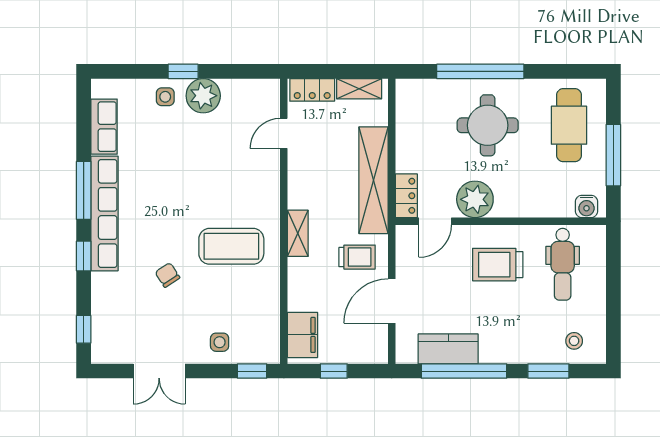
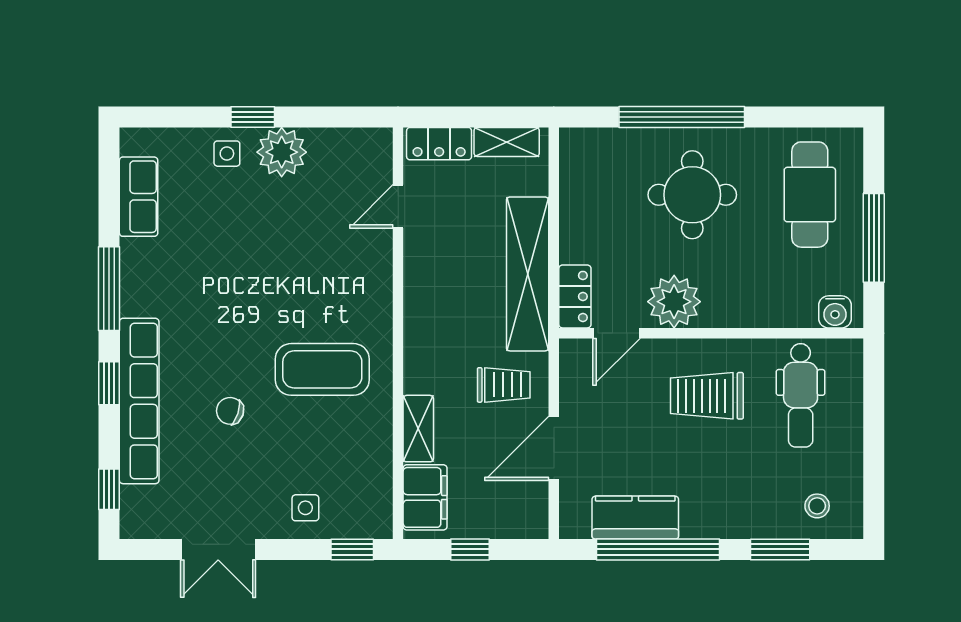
row of seats: (104, 213) -> (139, 401), moved
shelving: (298, 233) -> (418, 429), moved
chair: (167, 275) -> (230, 411), turned -39

